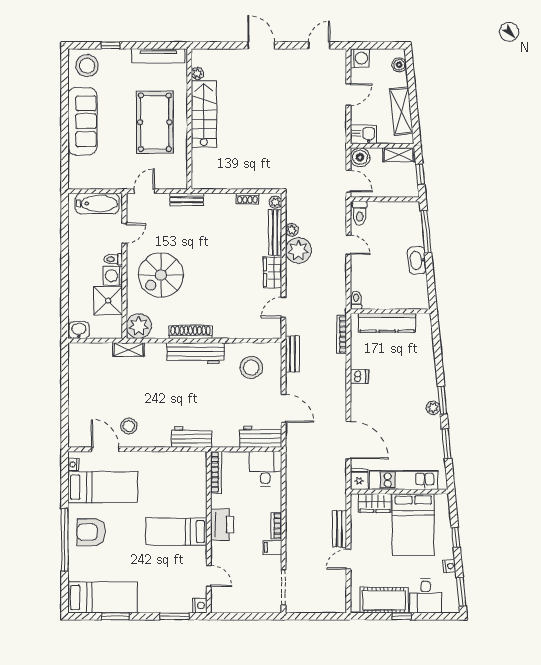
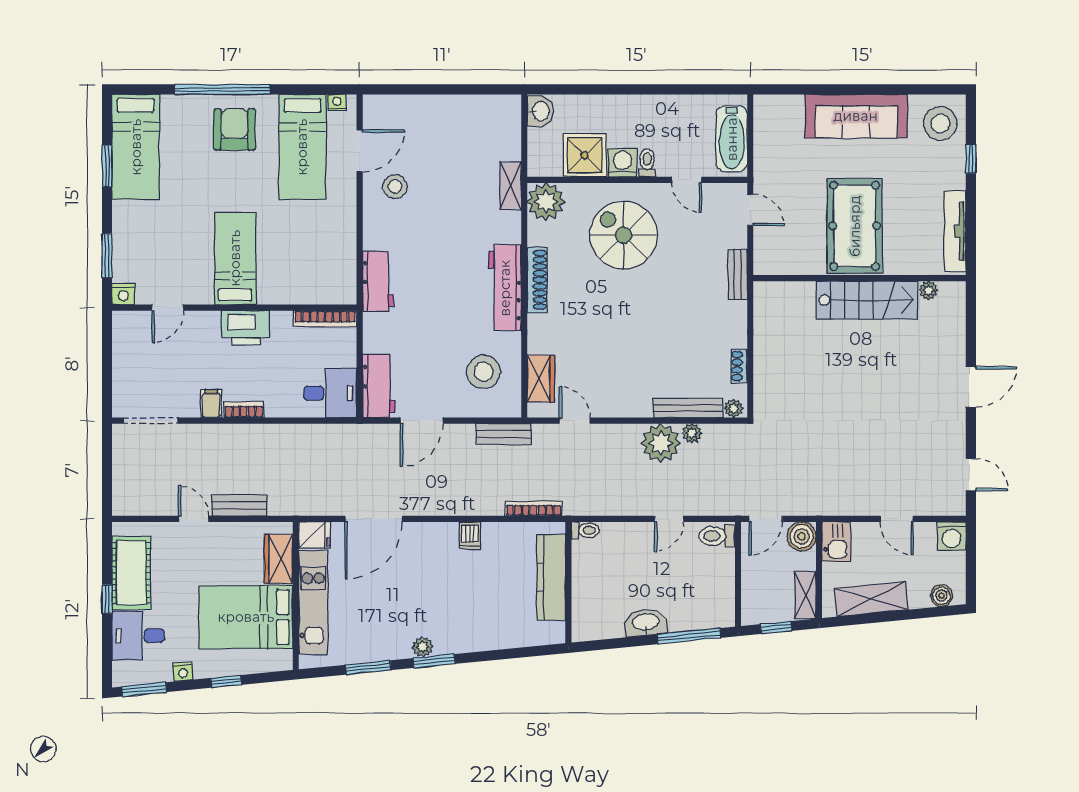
pool table: (155, 122) -> (855, 226), turned 90
wardrobe: (273, 272) -> (541, 379), moved, turned 90

